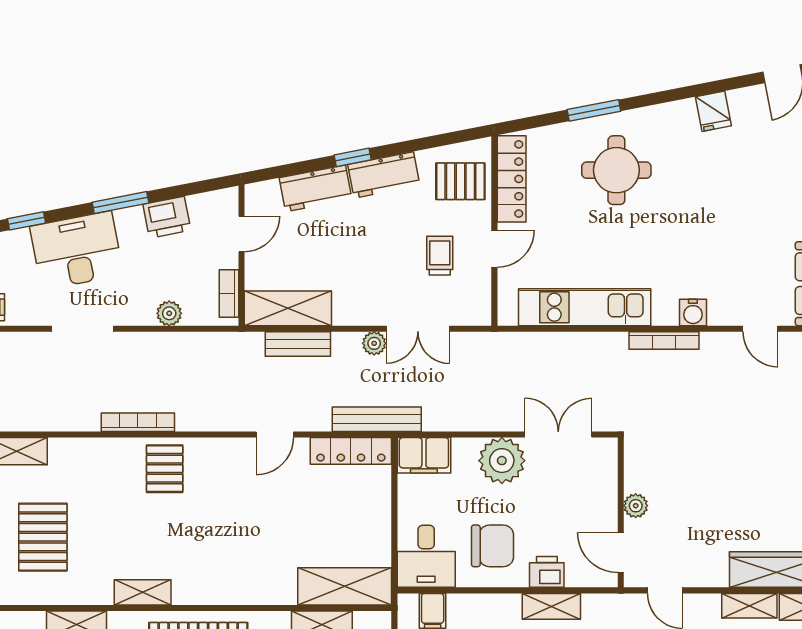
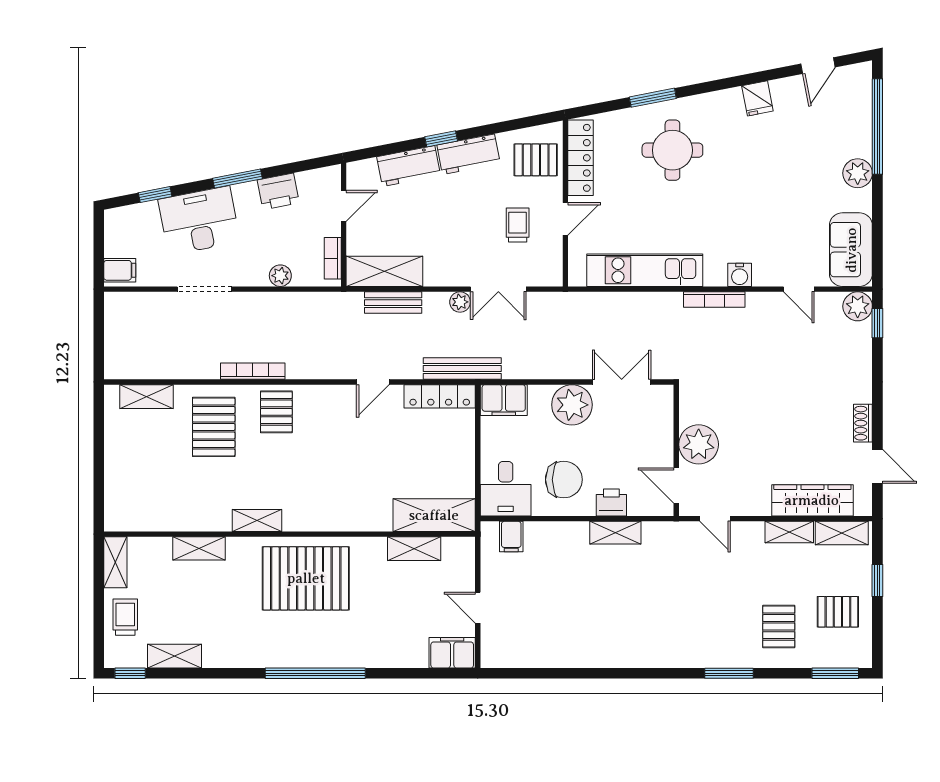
plant: (636, 506) -> (699, 444), width x1.88, depth x1.88
pallet: (43, 537) -> (214, 427), moved

